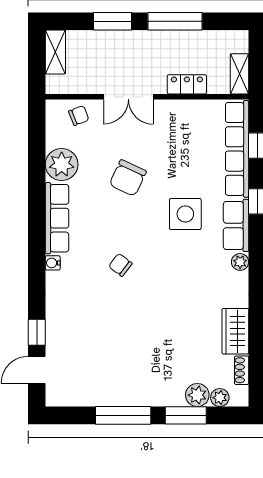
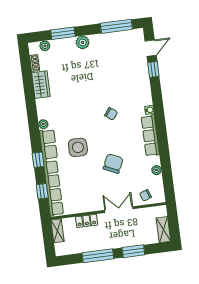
plant: (62, 164) -> (156, 170), width x0.53, depth x0.53
plant: (197, 395) -> (83, 42), moved
window: (123, 415) -> (116, 26), moved

